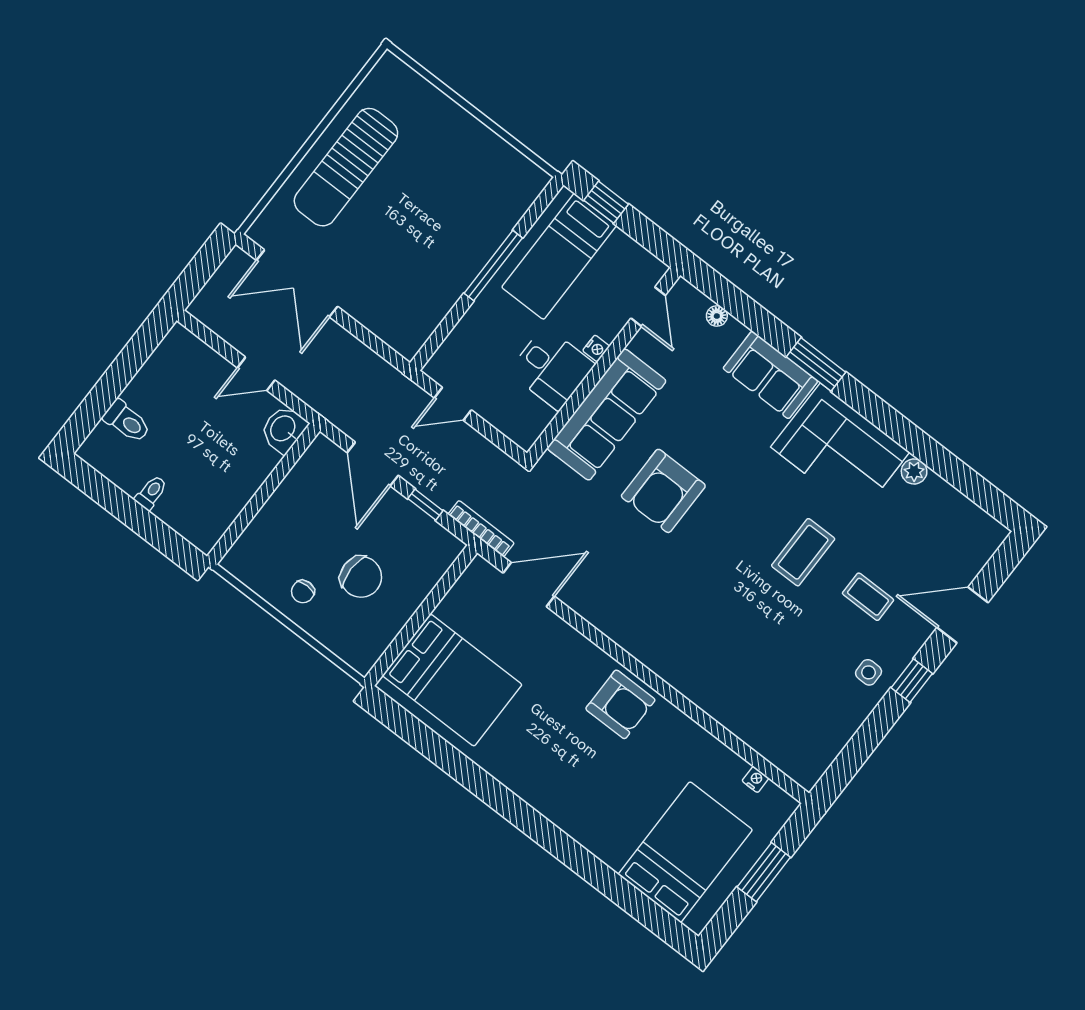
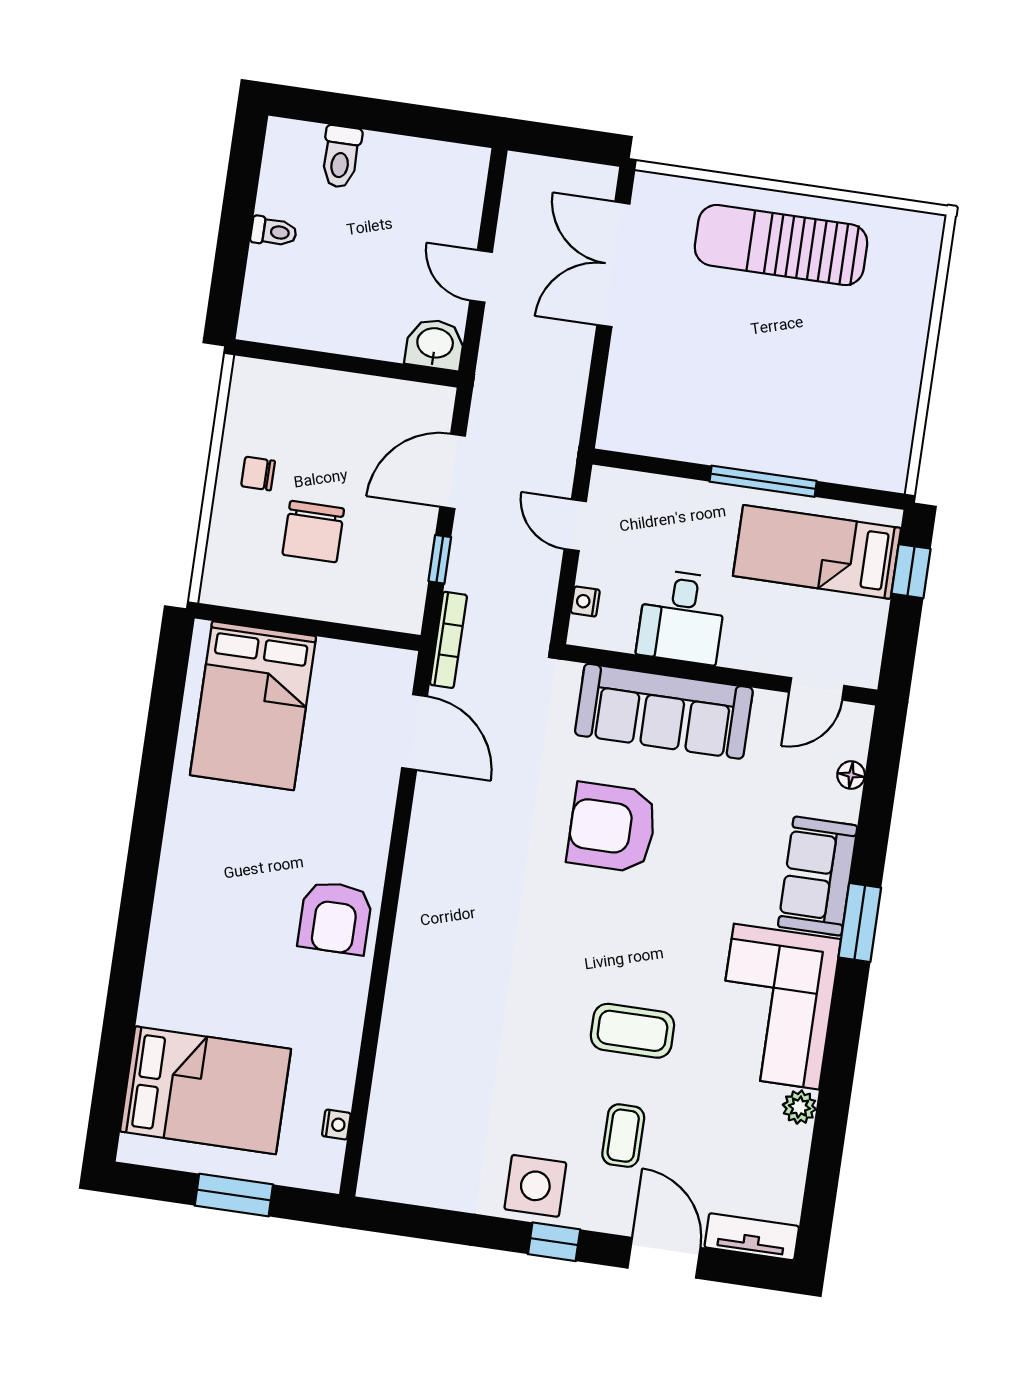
nightstand: (596, 348) -> (585, 601), moved, turned 90
tv unit: (981, 550) -> (752, 1237), added
side table: (869, 672) -> (535, 1186), width x1.87, depth x1.87

